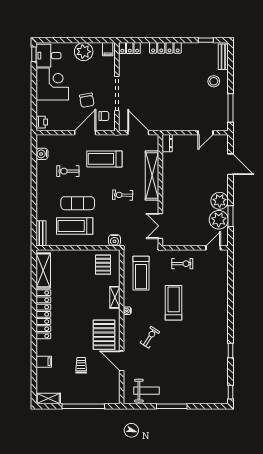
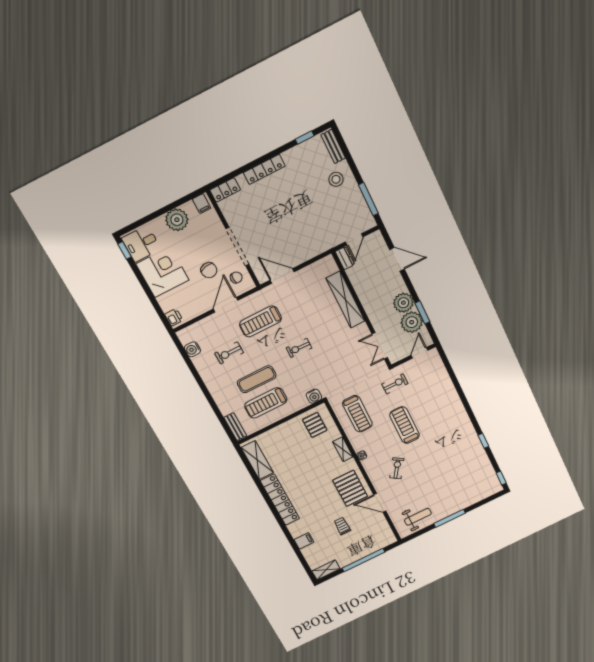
dresser: (167, 143) -> (345, 258), moved
shelving: (152, 175) -> (346, 300), moved
wall: (160, 190) -> (362, 310), moved
double door: (160, 226) -> (380, 346), moved

